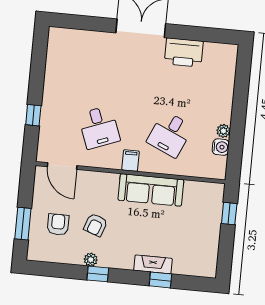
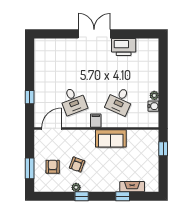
door: (62, 166) -> (52, 128), swing flipped
sofa: (151, 190) -> (111, 138), width x0.73
fireplace: (153, 264) -> (132, 187), moved

